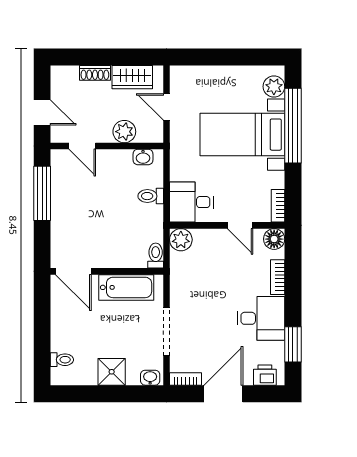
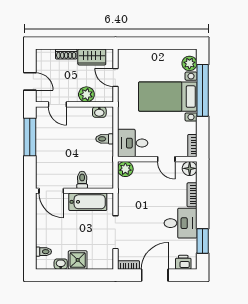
toilet: (156, 256) -> (82, 180), moved
washbasin: (150, 378) -> (61, 264), moved

